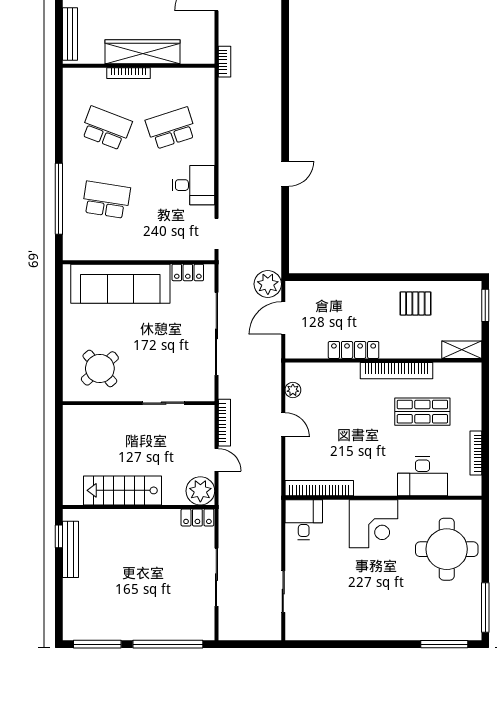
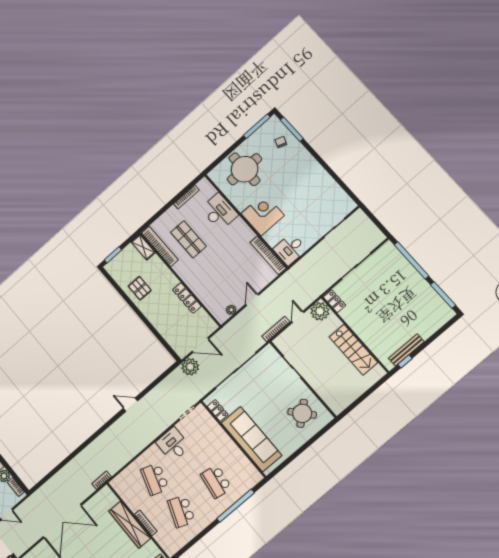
school desk: (171, 128) -> (155, 479), turned 36
bookcase: (397, 371) -> (160, 246), moved
chair: (440, 619) -> (281, 142), added

